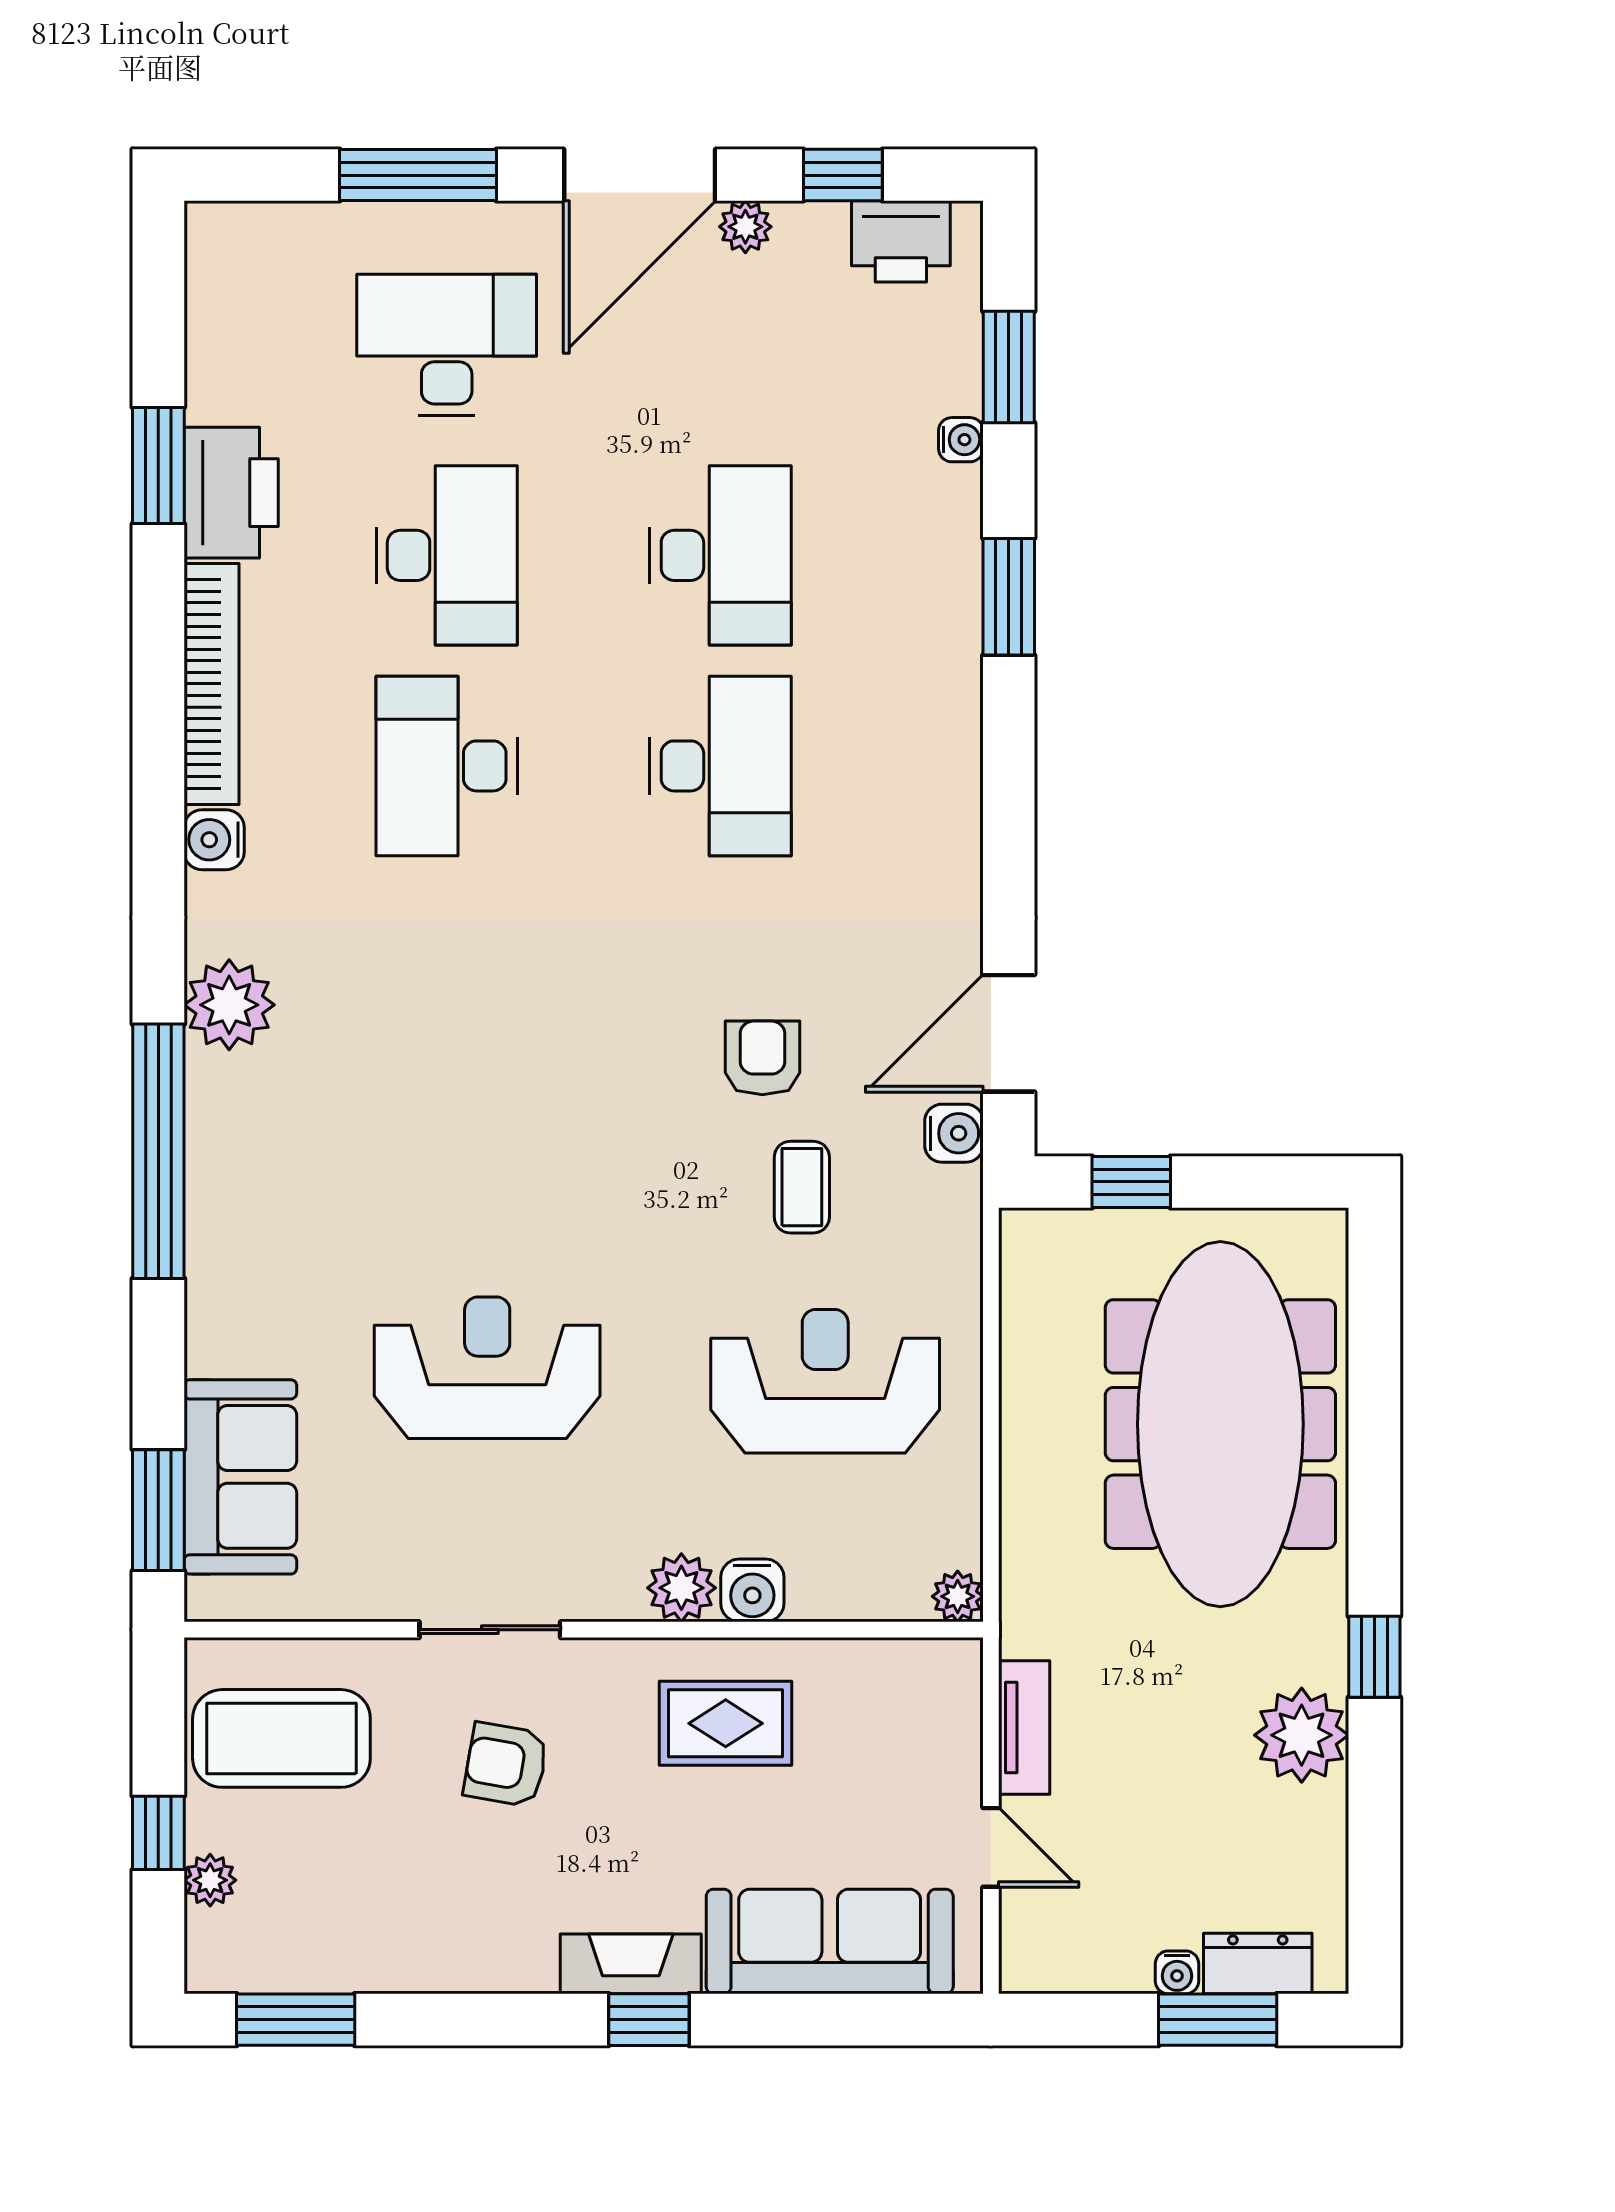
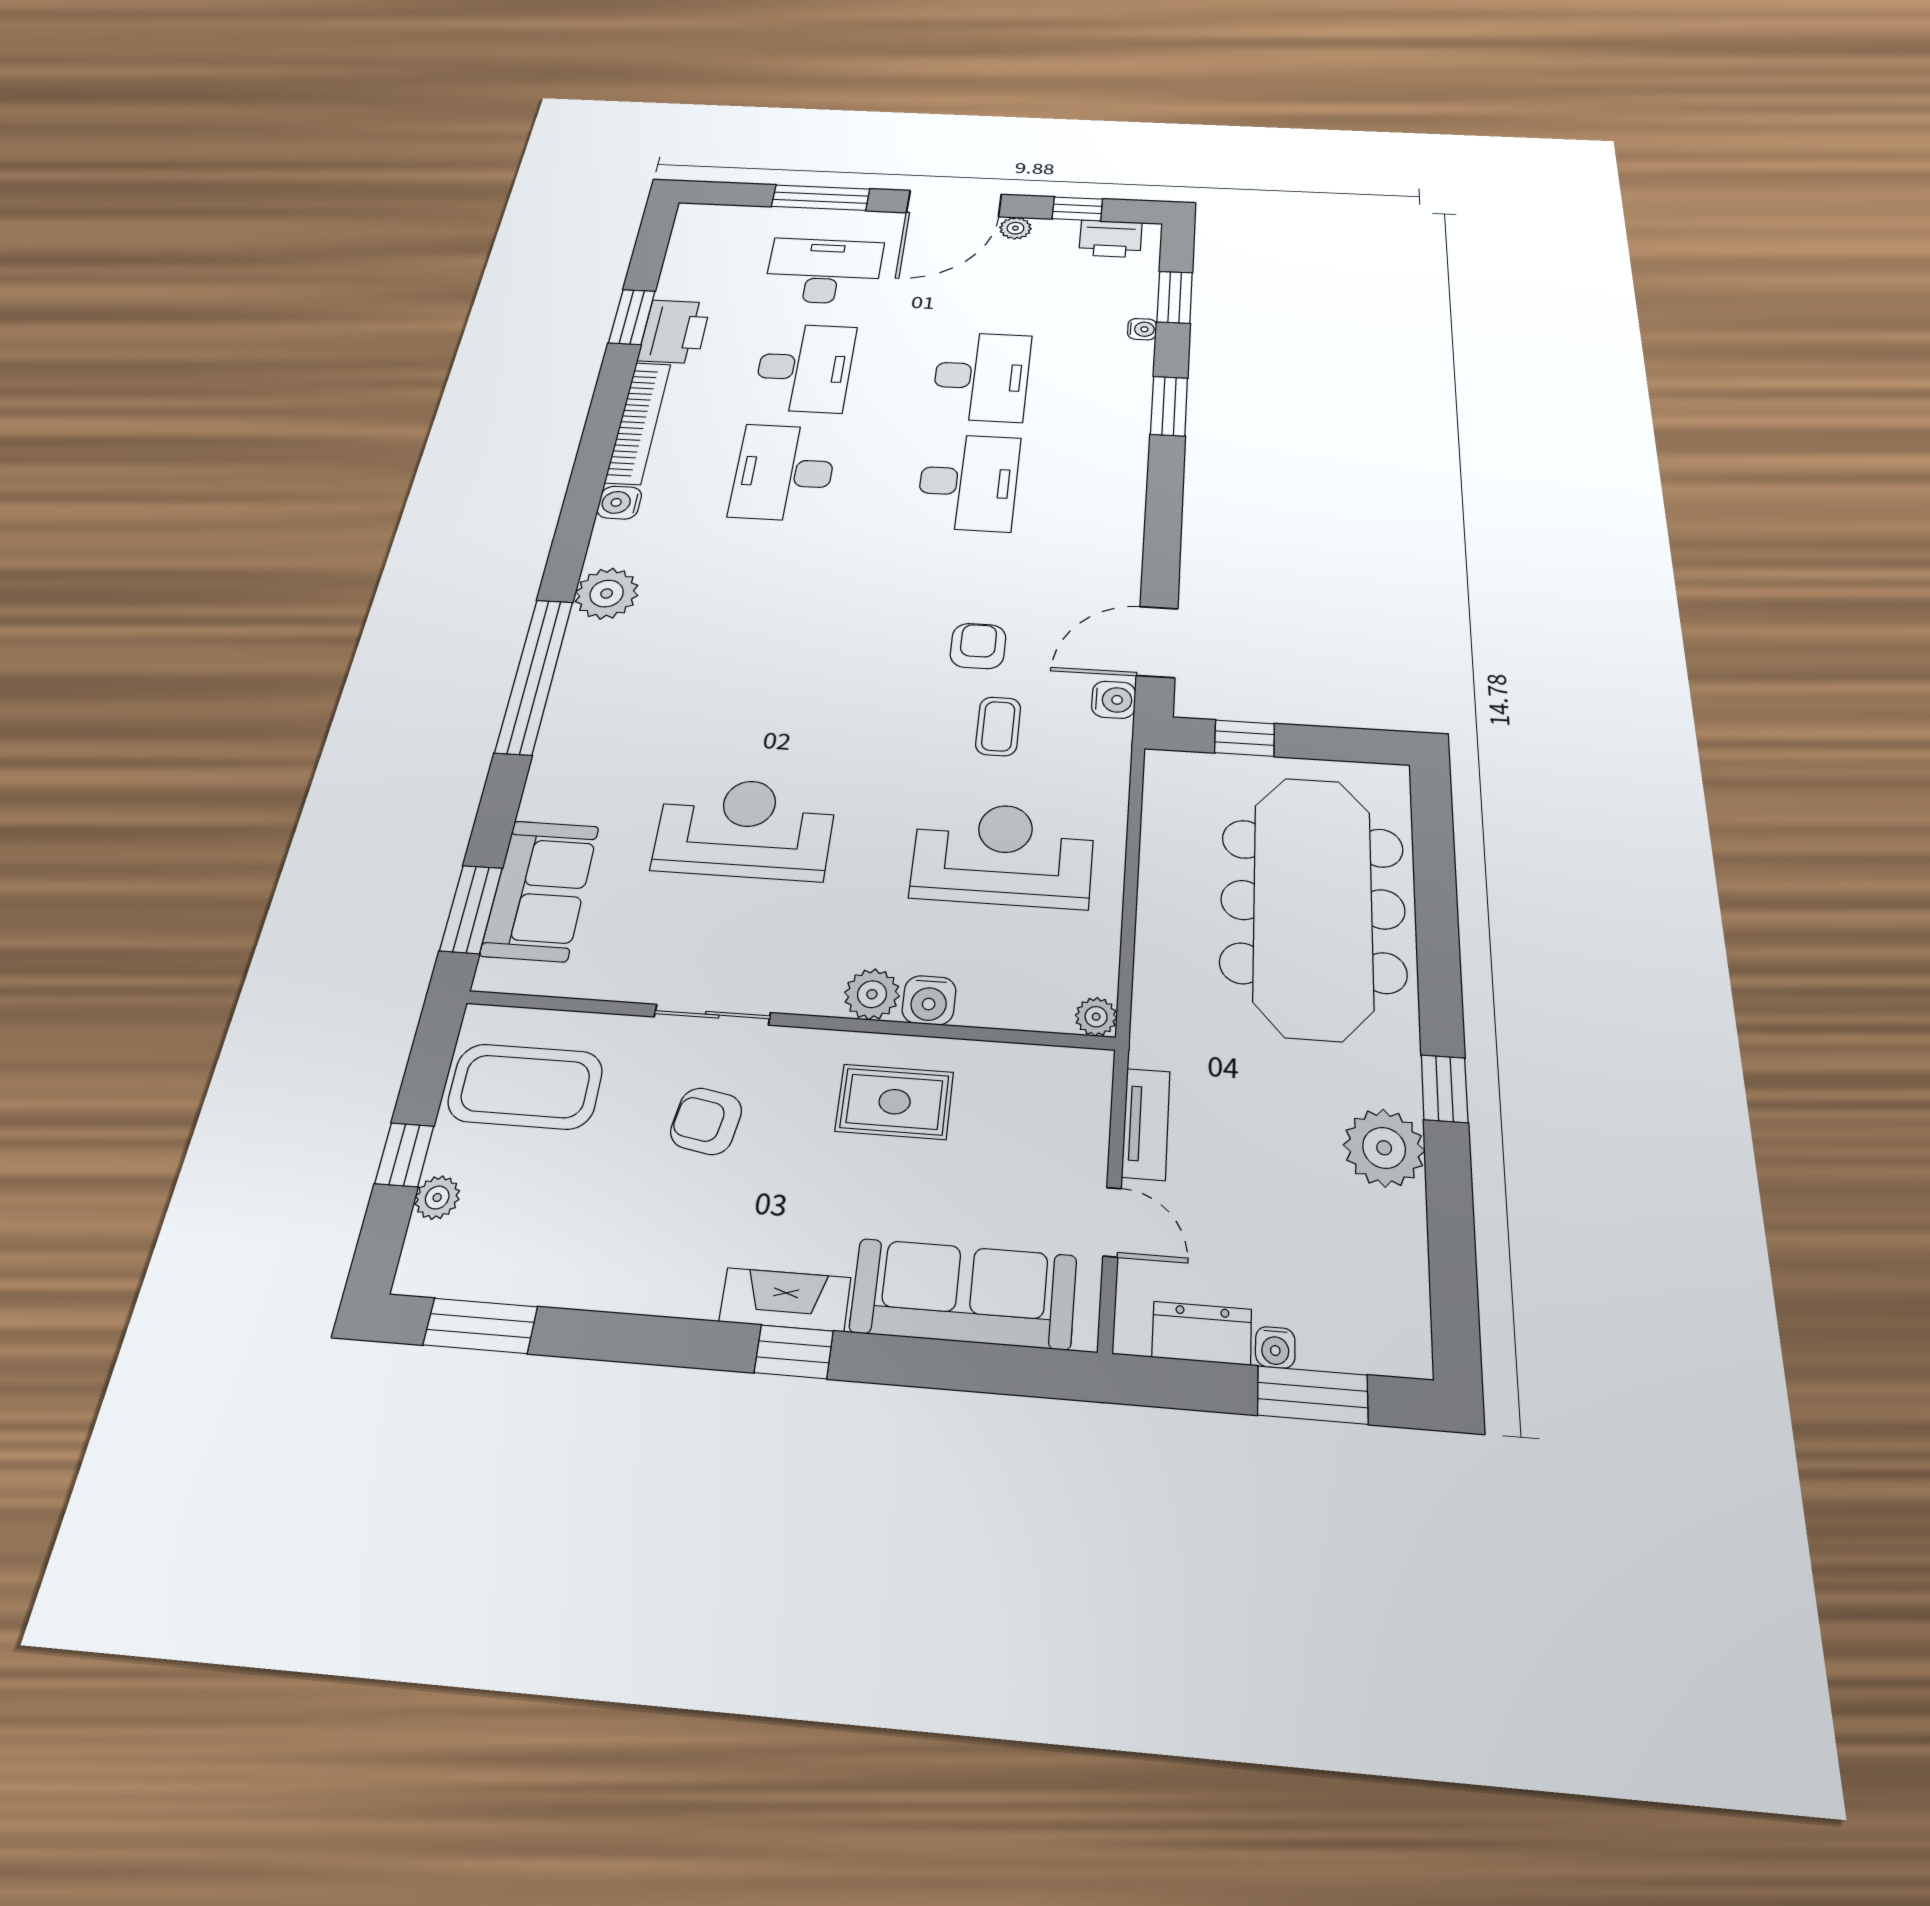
dresser: (1258, 1964) -> (1202, 1333), moved

